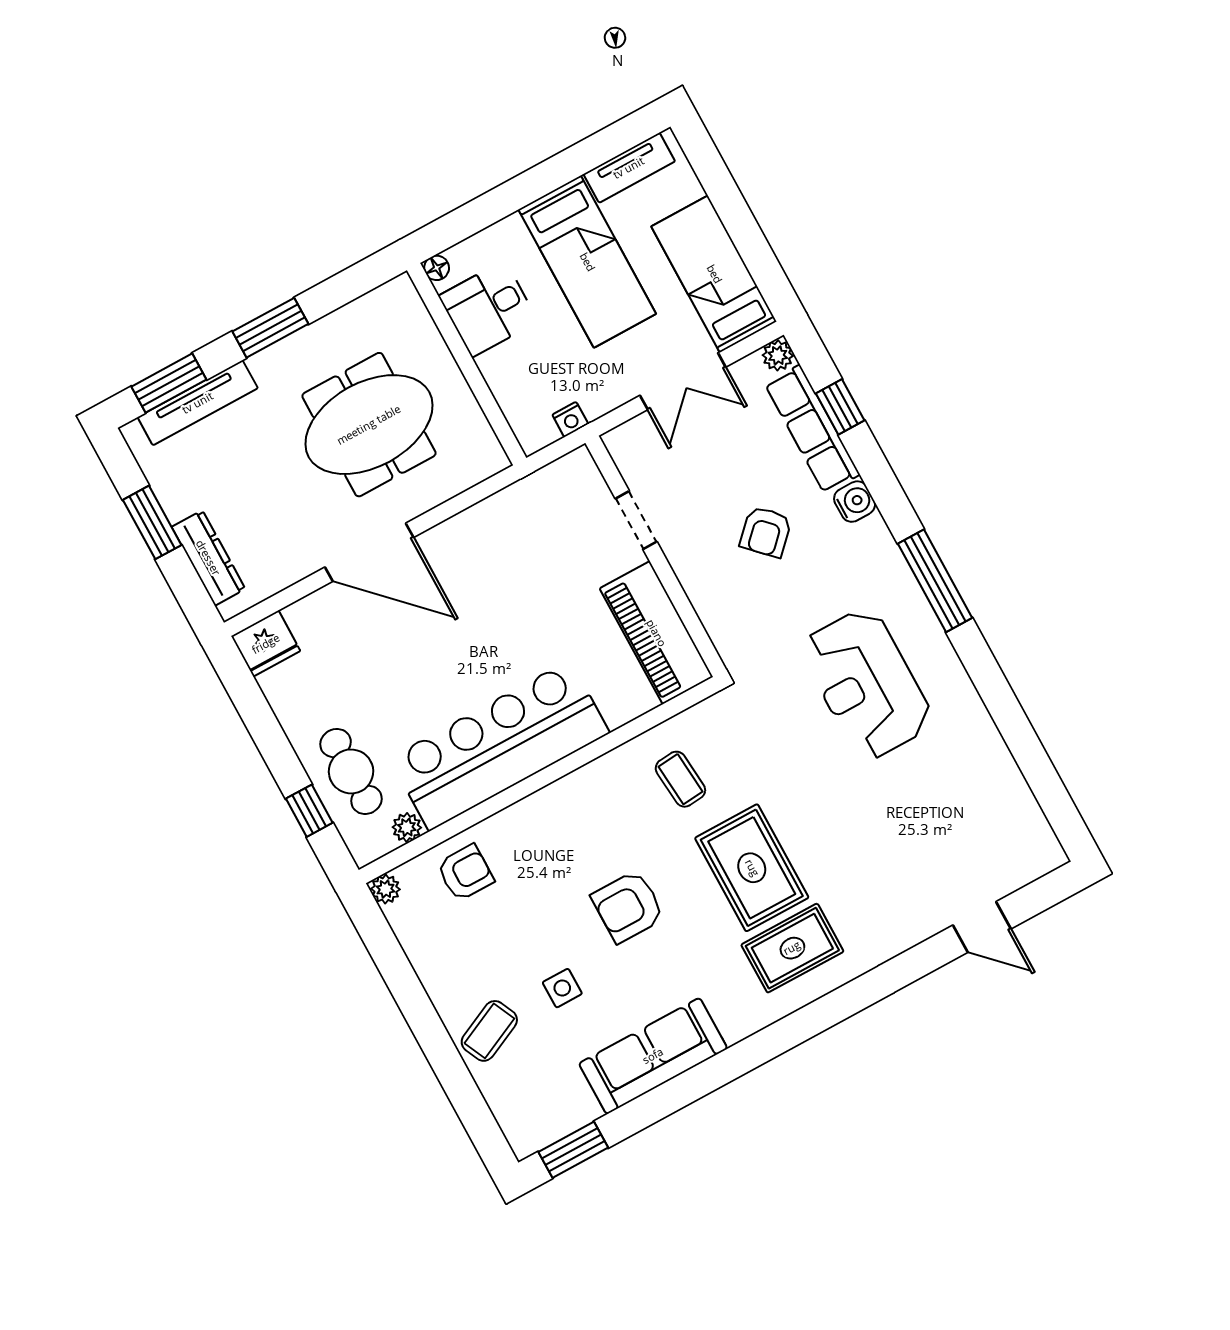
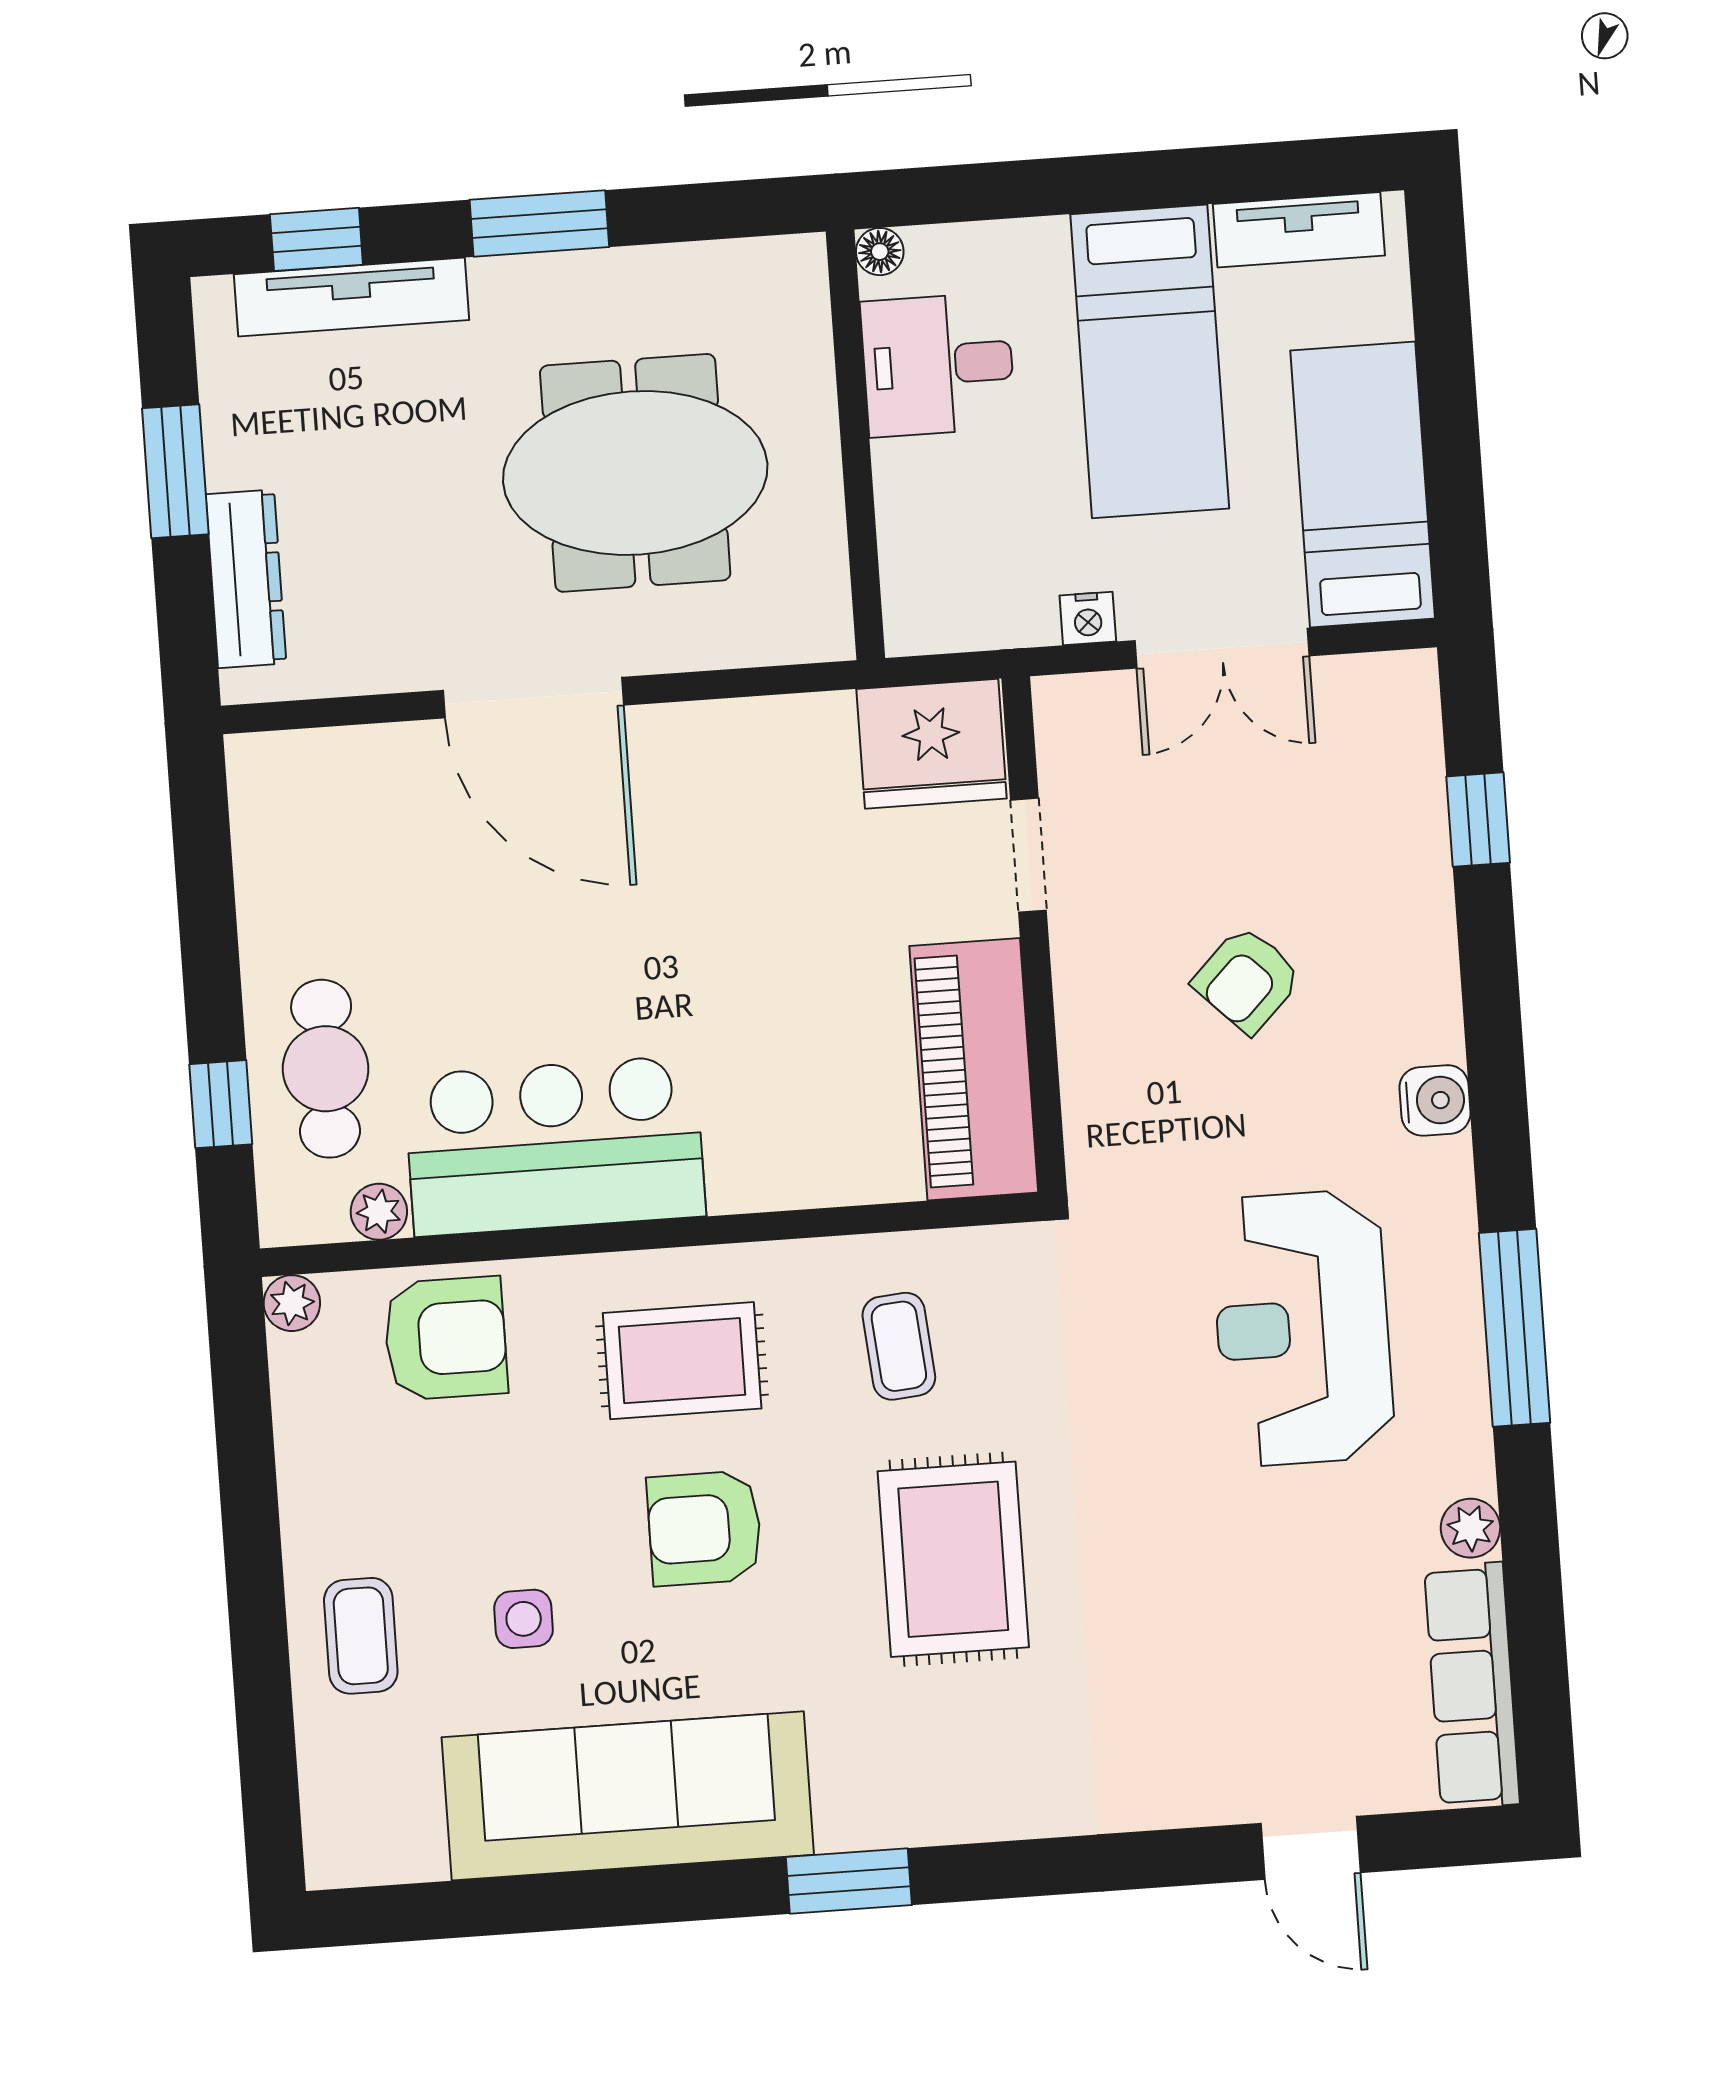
plant: (778, 355) -> (1470, 1528), moved
window: (169, 383) -> (316, 239), width x0.67
nightstand: (570, 419) -> (1088, 618), moved
row of seats: (812, 429) -> (1472, 1686), moved
water cooler: (855, 502) -> (1435, 1100), moved
window: (935, 581) -> (1515, 1328), moved
fridge: (266, 644) -> (932, 744), moved, width x1.36, depth x1.34
bar counter: (500, 746) -> (555, 1146), width x0.73
armchair: (465, 873) -> (446, 1338), width x1.38, depth x1.38
rug: (792, 948) -> (682, 1361), moved
coffee table: (489, 1031) -> (361, 1636), turned -65
sofa: (653, 1056) -> (628, 1796), width x1.36, depth x1.27
window: (573, 1150) -> (849, 1881), moved

